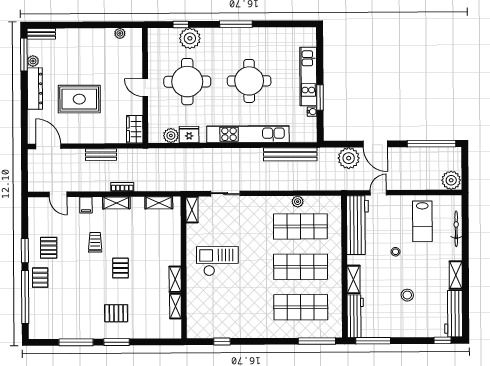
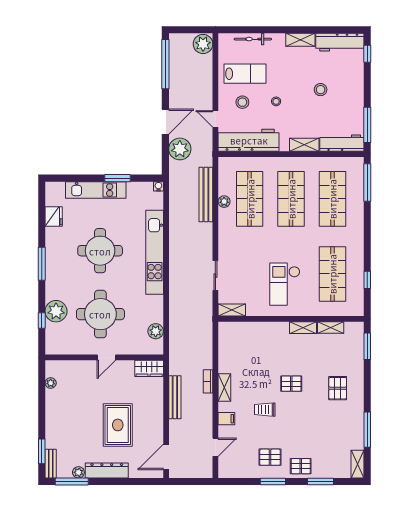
window: (53, 25) -> (42, 451), added
water cooler: (312, 112) -> (158, 186), moved
fridge: (189, 135) -> (54, 217), moved, turned 180
bench: (290, 154) -> (206, 194), moved
bench: (101, 155) -> (175, 397), width x1.36
shelving: (159, 203) -> (357, 464), moved
stool: (395, 219) -> (242, 102), added
window: (25, 297) -> (320, 482), width x0.47
shop shelf: (228, 308) -> (332, 274), added
window: (117, 342) -> (367, 346), moved

